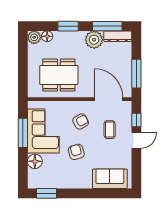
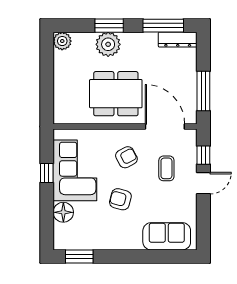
floor lamp: (47, 36) -> (80, 40), removed
plant: (94, 40) -> (108, 44), moved
dining table: (59, 75) -> (116, 94), moved
window: (23, 133) -> (47, 173), width x0.46
armchair: (76, 152) -> (120, 199), turned -59

